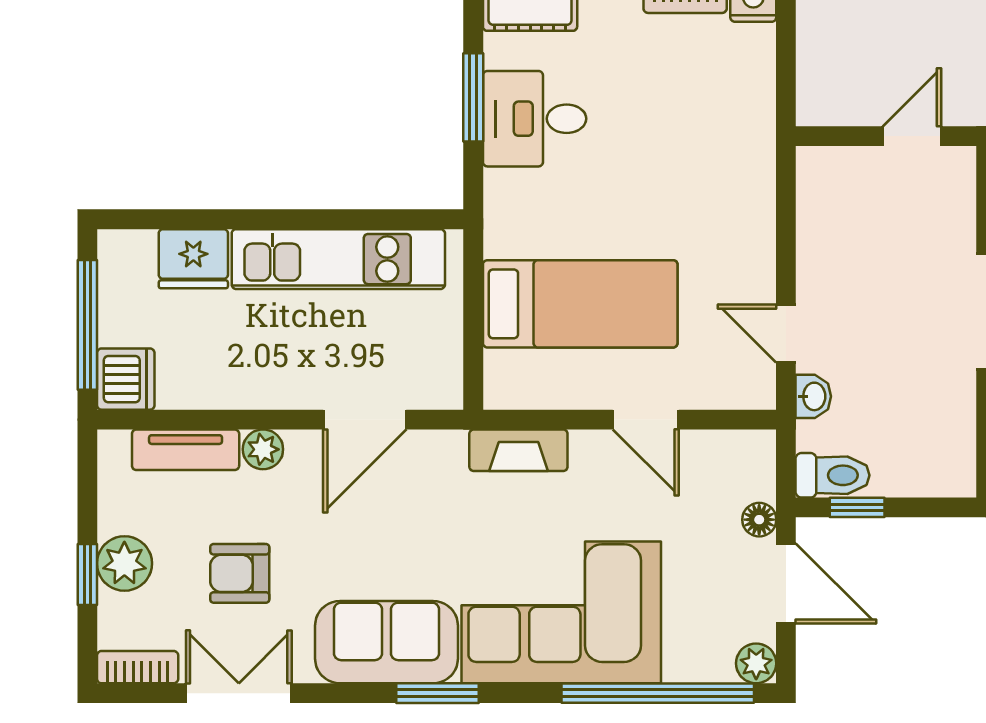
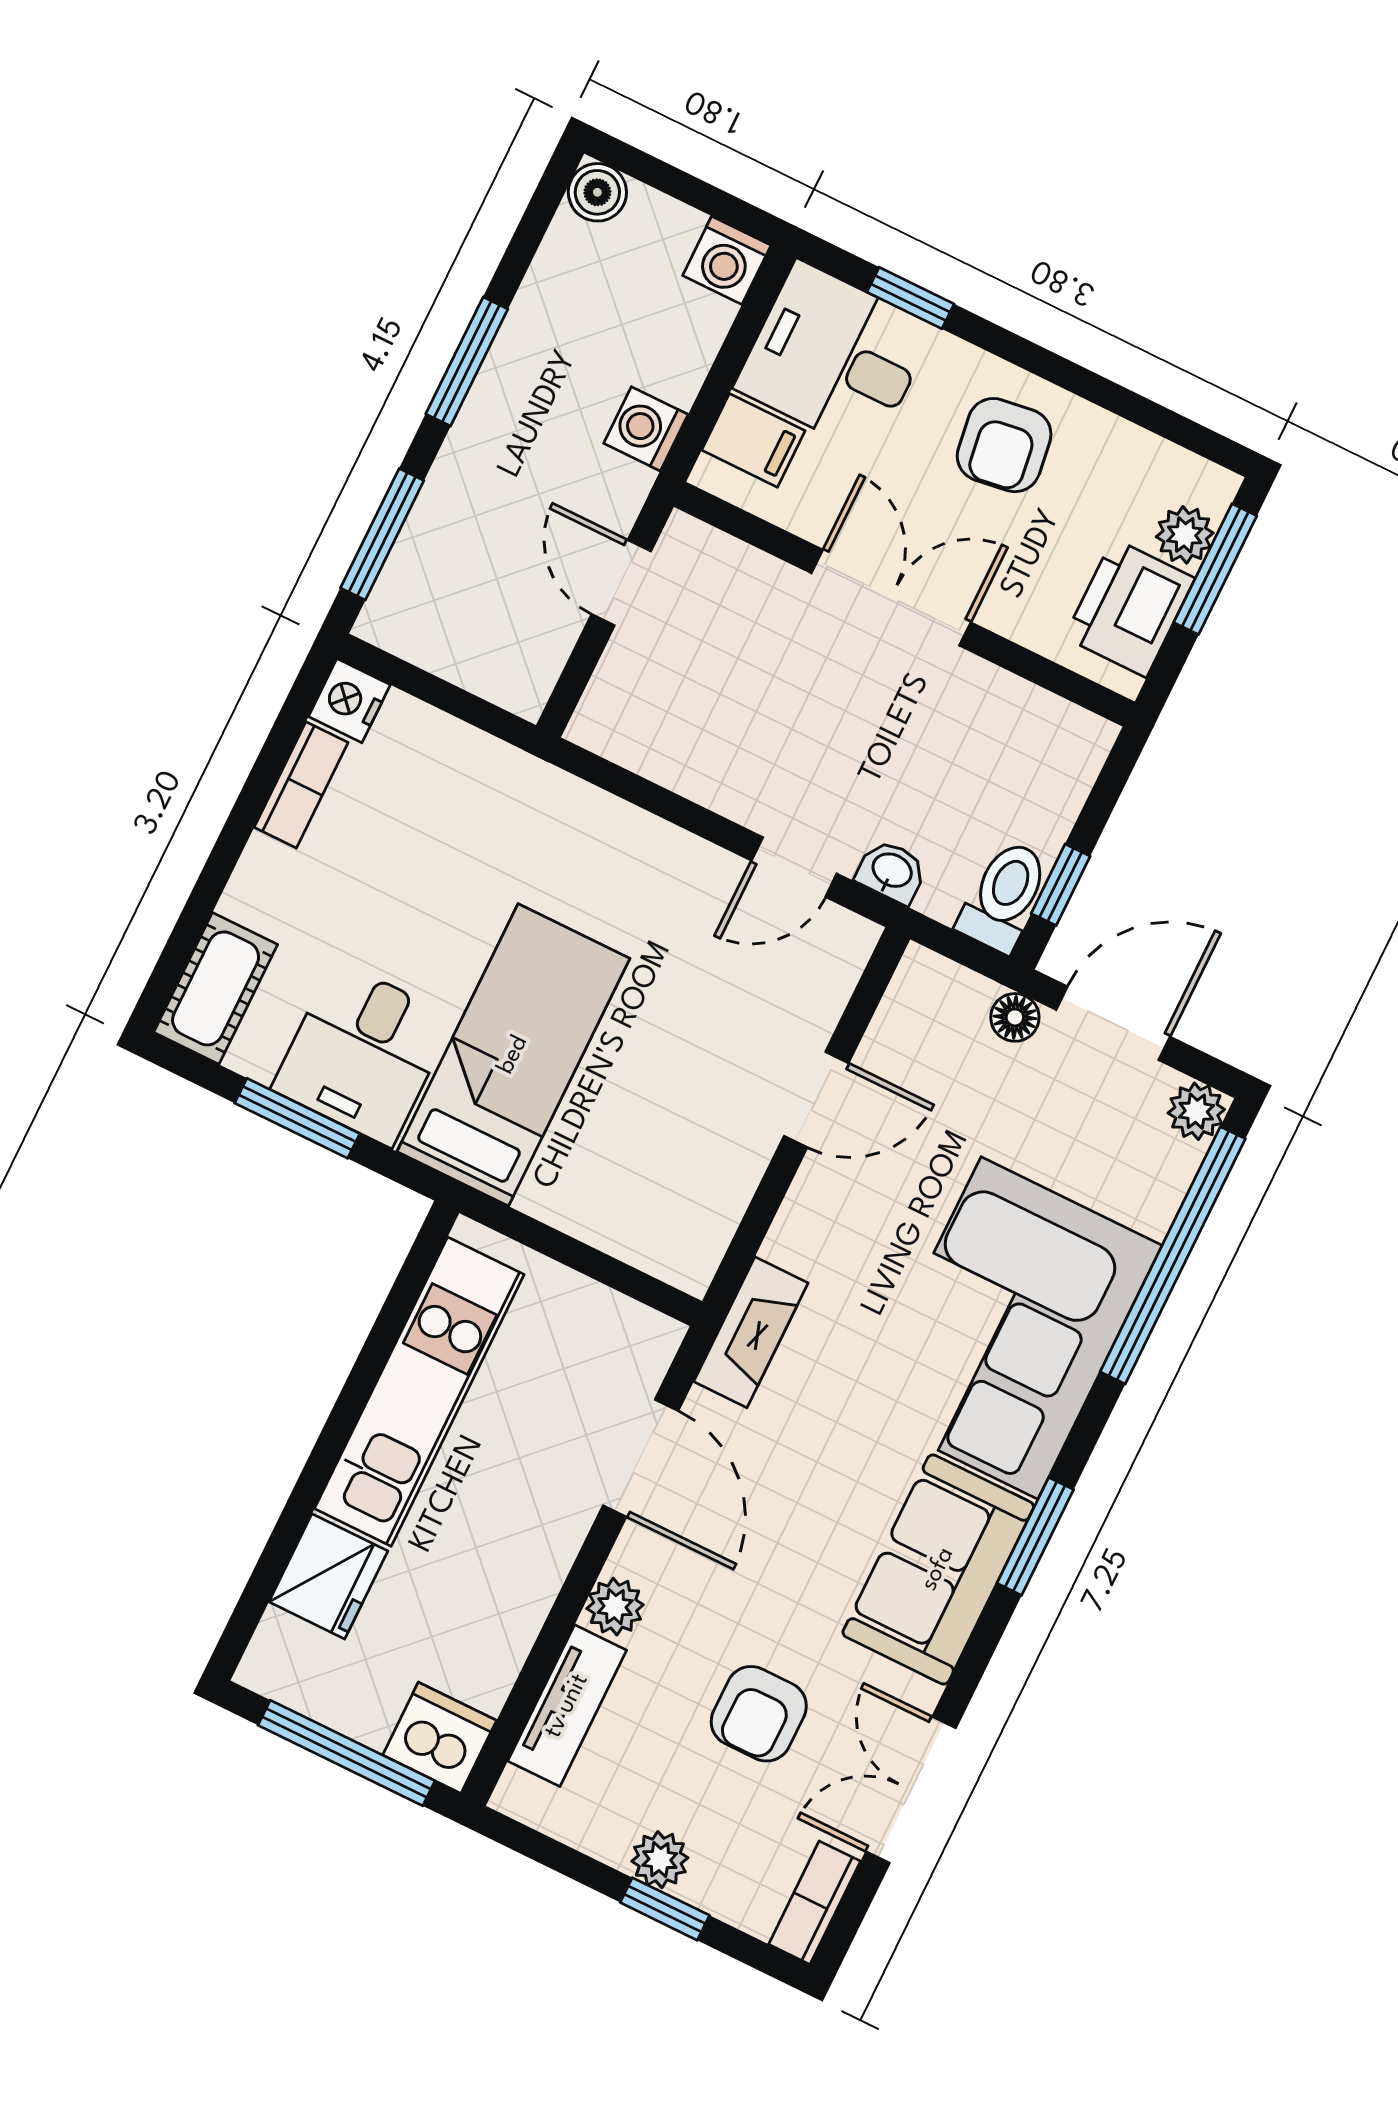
bed: (580, 304) -> (513, 1055), moved
fireplace: (518, 450) -> (751, 1332), moved
plant: (124, 563) -> (660, 1860), width x0.73, depth x0.73

